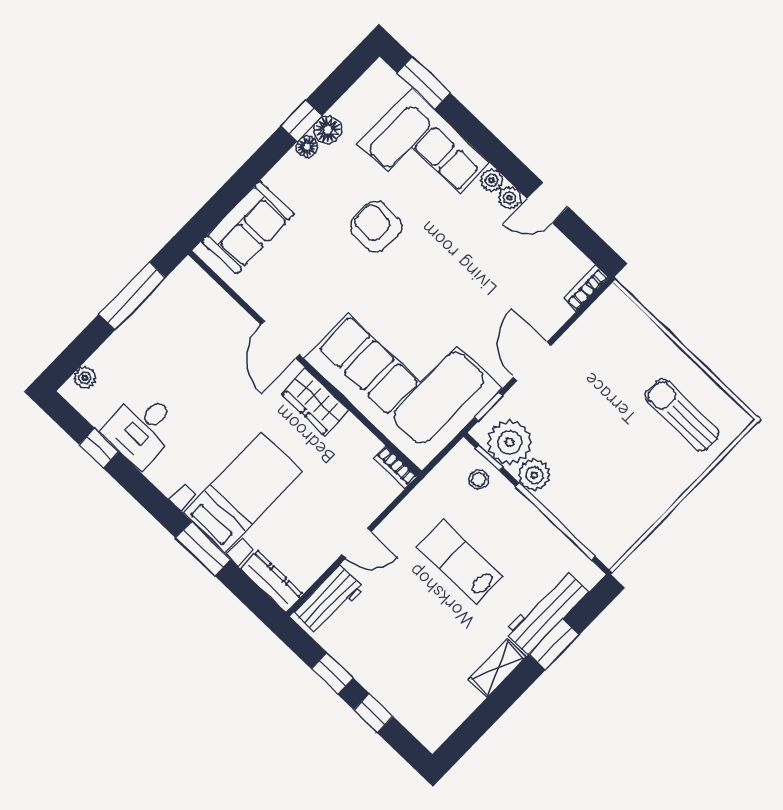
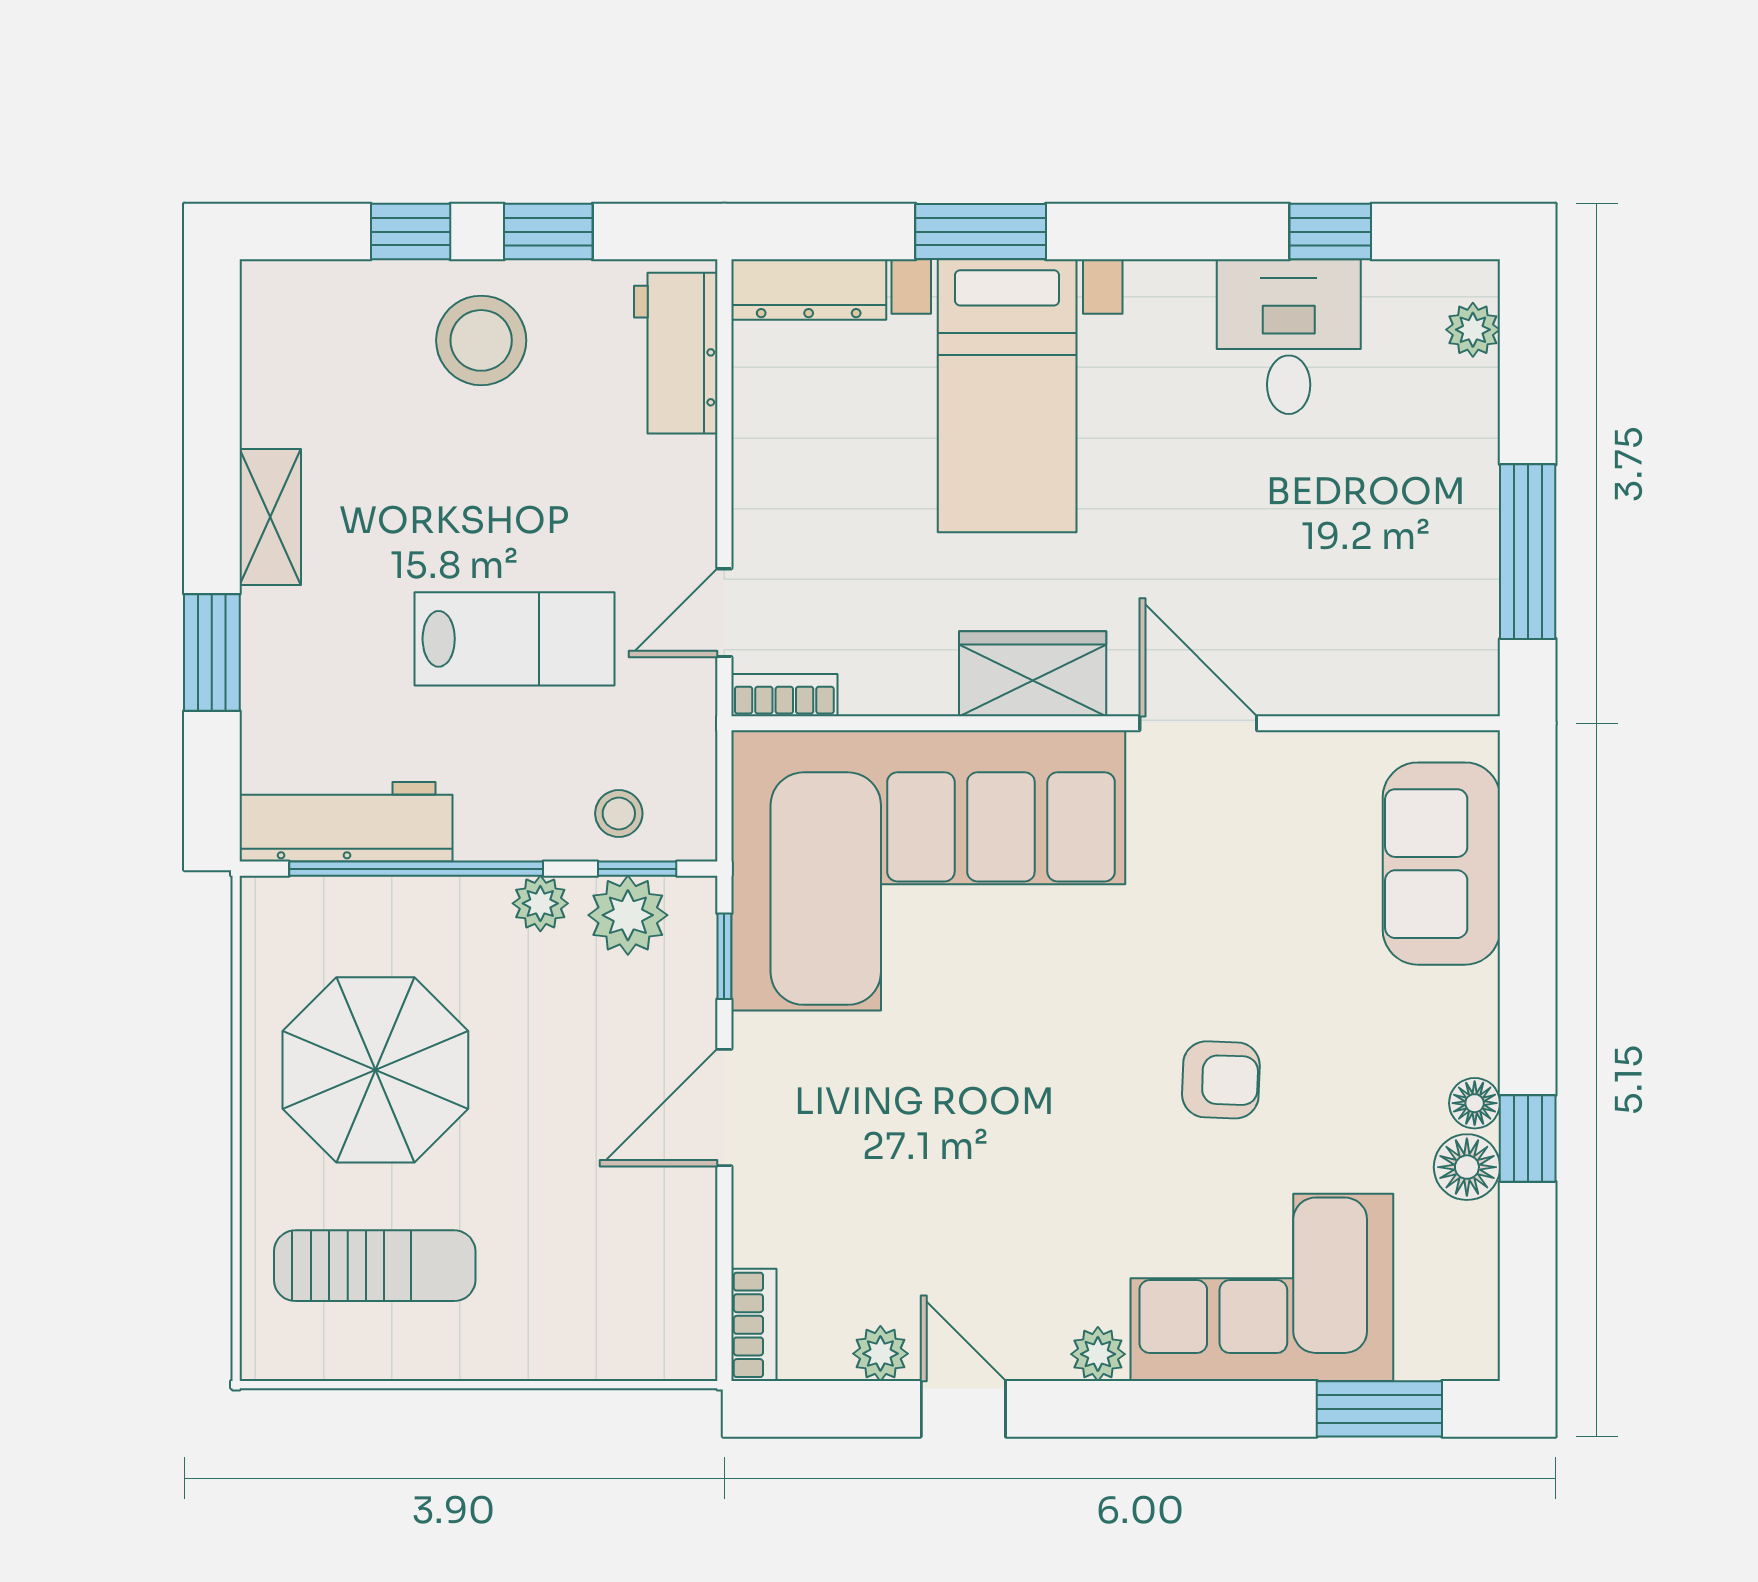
plant: (509, 198) -> (880, 1354), moved
door: (548, 203) -> (963, 1409), hinge flipped
armchair: (376, 227) -> (1221, 1080), width x0.72, depth x0.72
door: (532, 361) -> (724, 1107), swing flipped
plant: (510, 442) -> (628, 915), width x0.73, depth x0.73
parasol: (625, 473) -> (375, 1070), added
plant: (534, 475) -> (540, 903), width x0.73, depth x0.73
door: (357, 543) -> (724, 613), moved
workbench: (547, 612) -> (346, 822), moved, turned -90
stool: (384, 660) -> (481, 340), added

